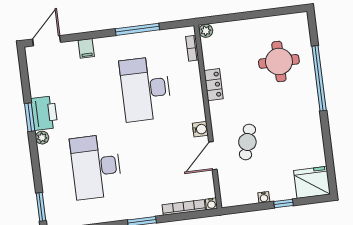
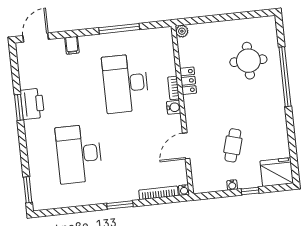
bookcase: (192, 48) -> (173, 88), moved
water cooler: (200, 129) -> (174, 107), moved
plant: (42, 138) -> (30, 126), removed
cafe table: (247, 142) -> (233, 145), moved

